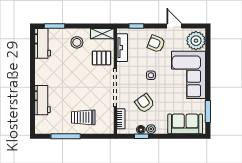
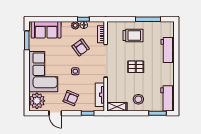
pallet: (101, 58) -> (136, 67), moved

